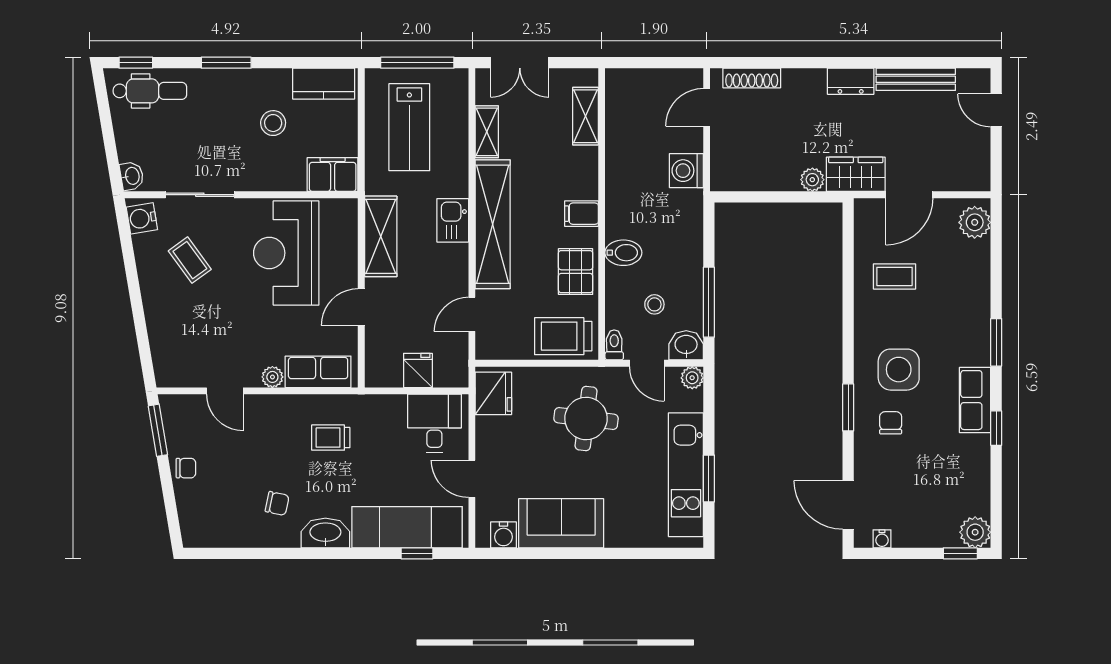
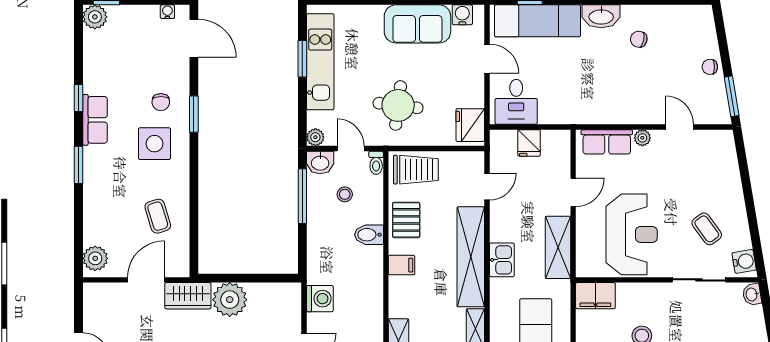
plant: (812, 180) -> (230, 300), width x1.88, depth x1.88
coffee table: (894, 276) -> (158, 216), turned 73
trolley: (331, 438) -> (597, 91), removed

